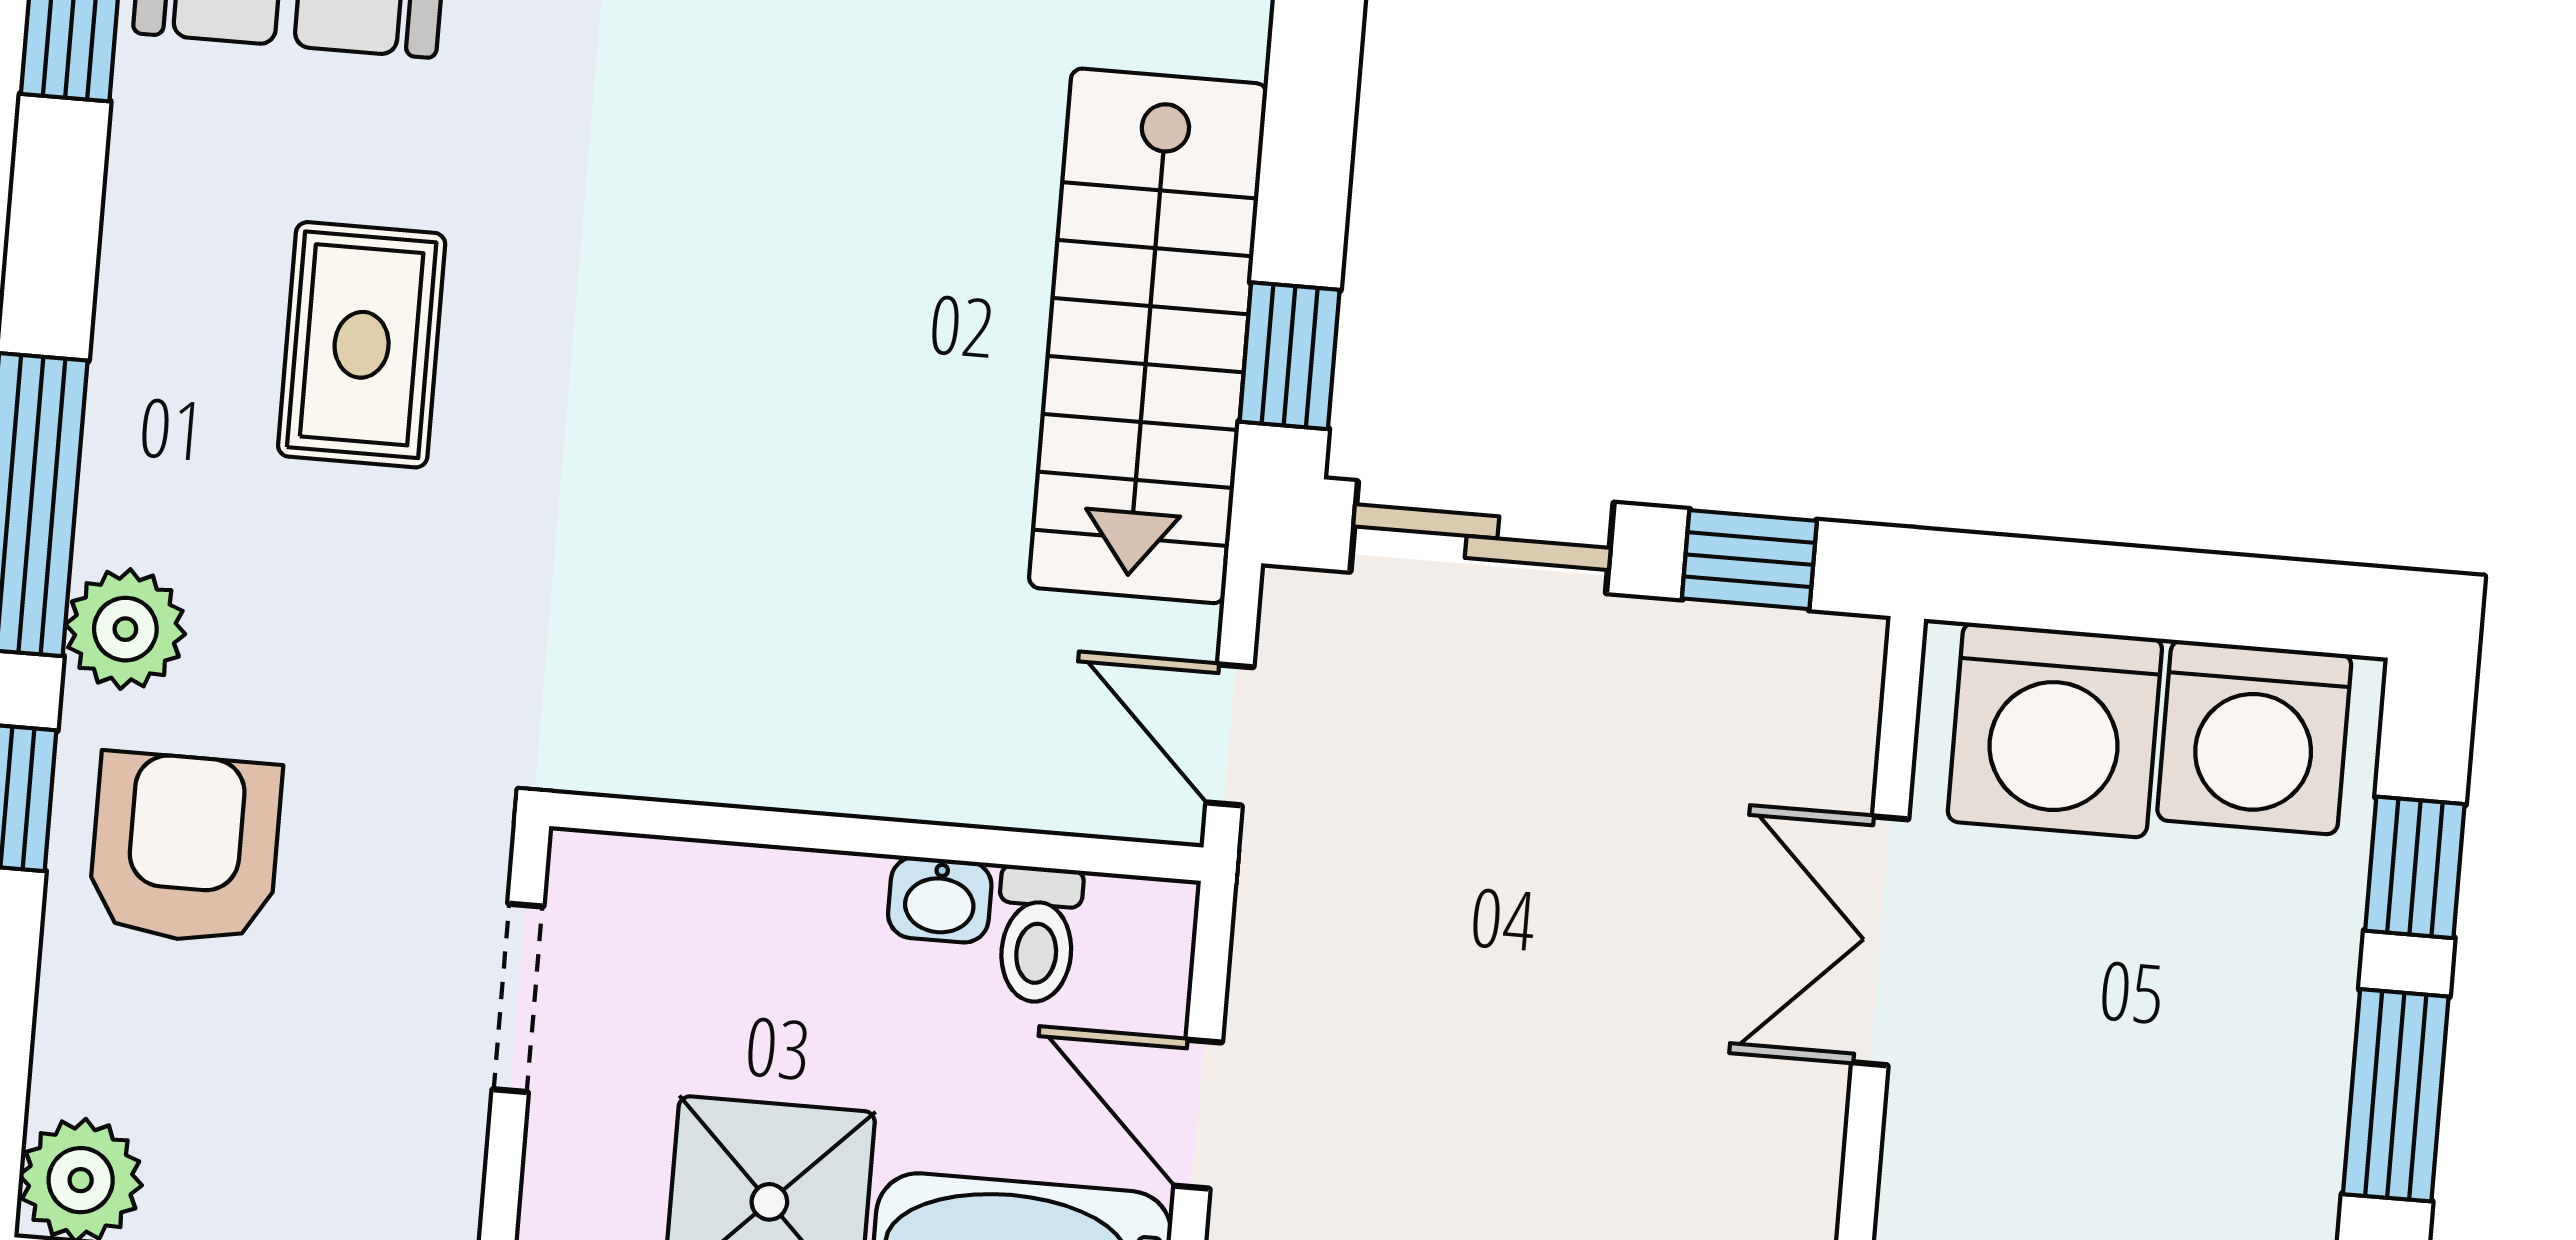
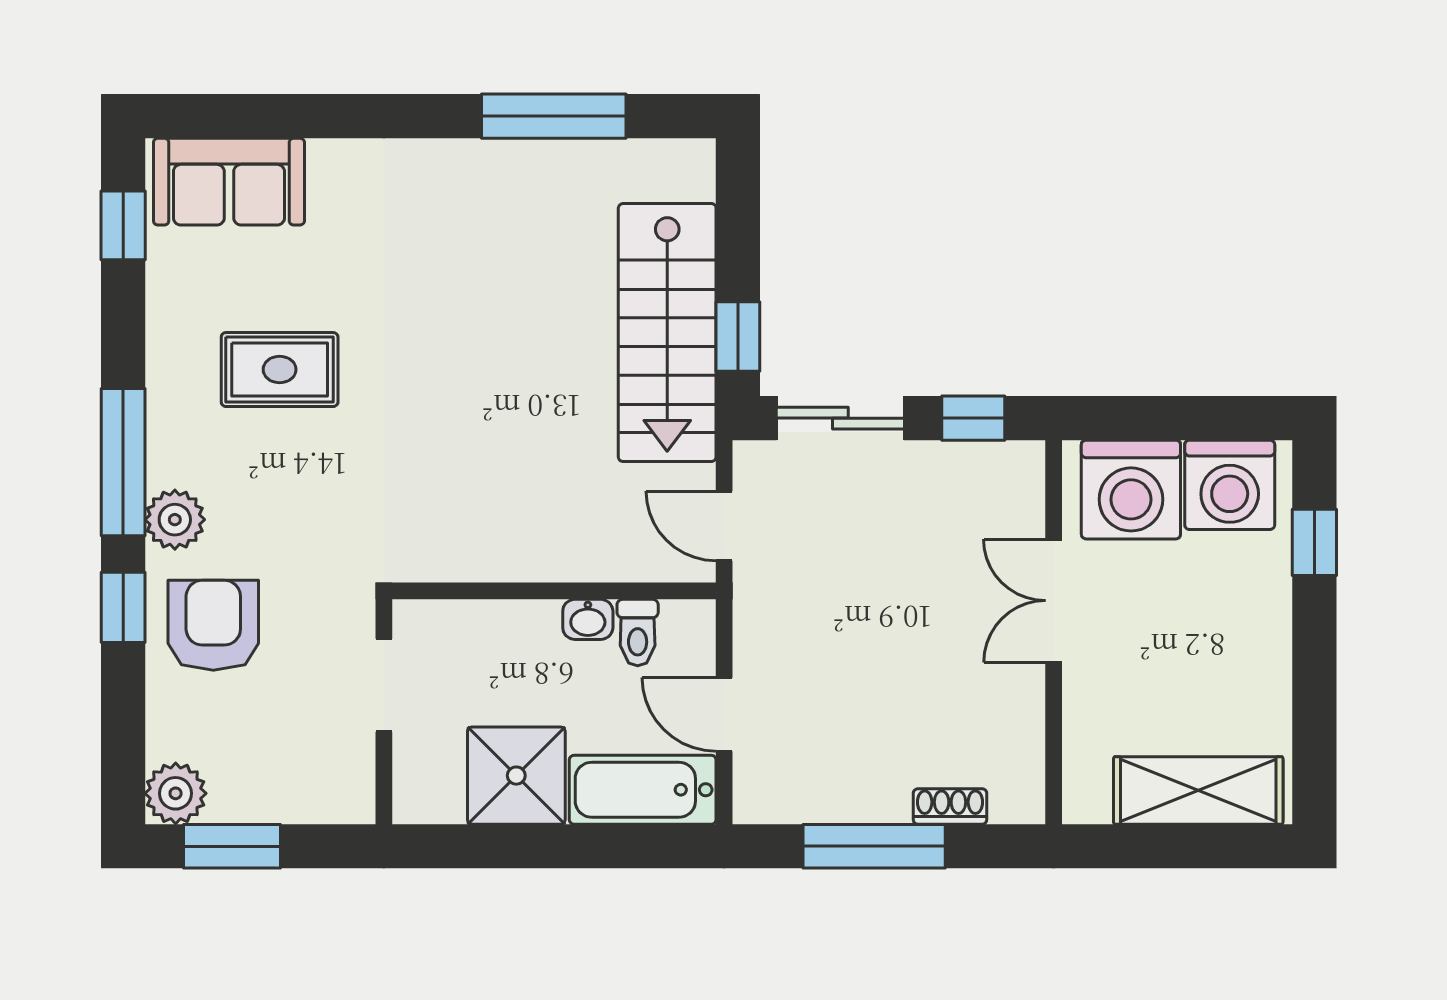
rug: (362, 345) -> (280, 370), turned 90
window: (2396, 1095) -> (1314, 656), removed

